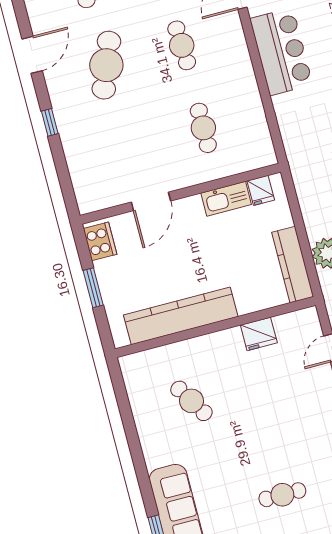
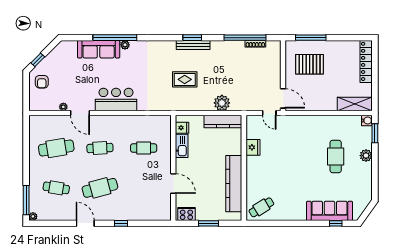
cafe table: (106, 65) -> (100, 188), turned -36
cafe table: (191, 401) -> (261, 207), moved
cafe table: (282, 495) -> (336, 157), width x1.37, depth x1.35

